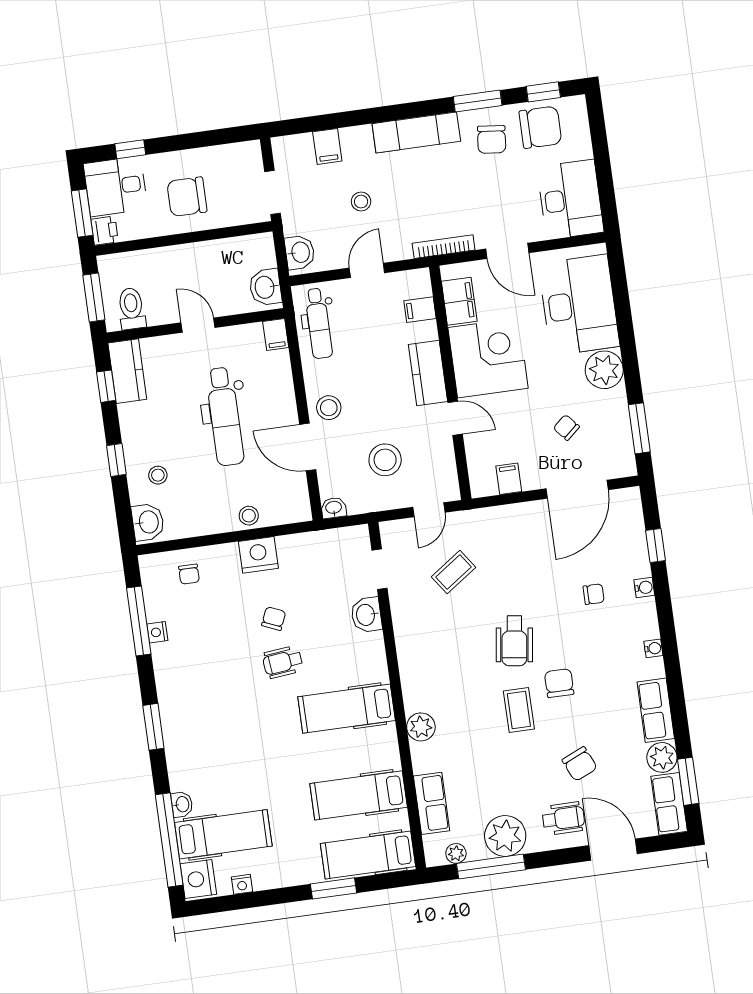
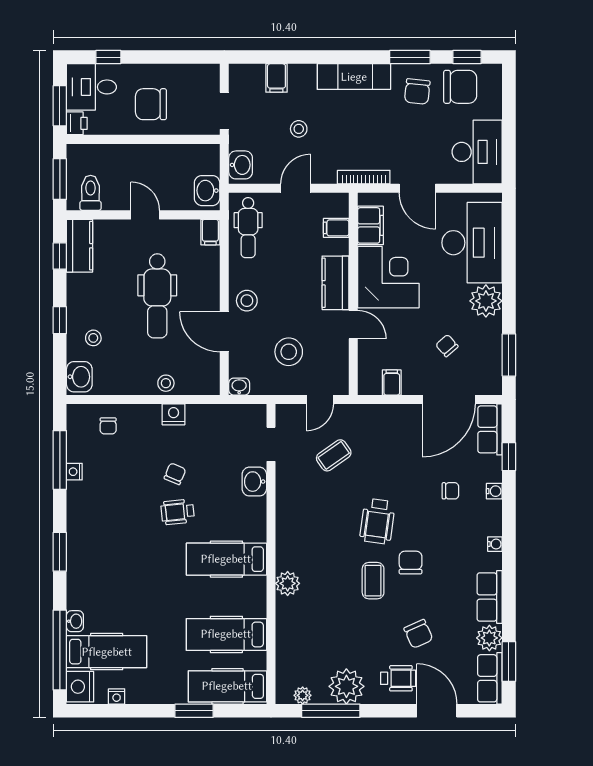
nightstand: (258, 555) -> (174, 414), width x0.74, depth x0.75
row of seats: (432, 803) -> (490, 429), moved, turned 180

